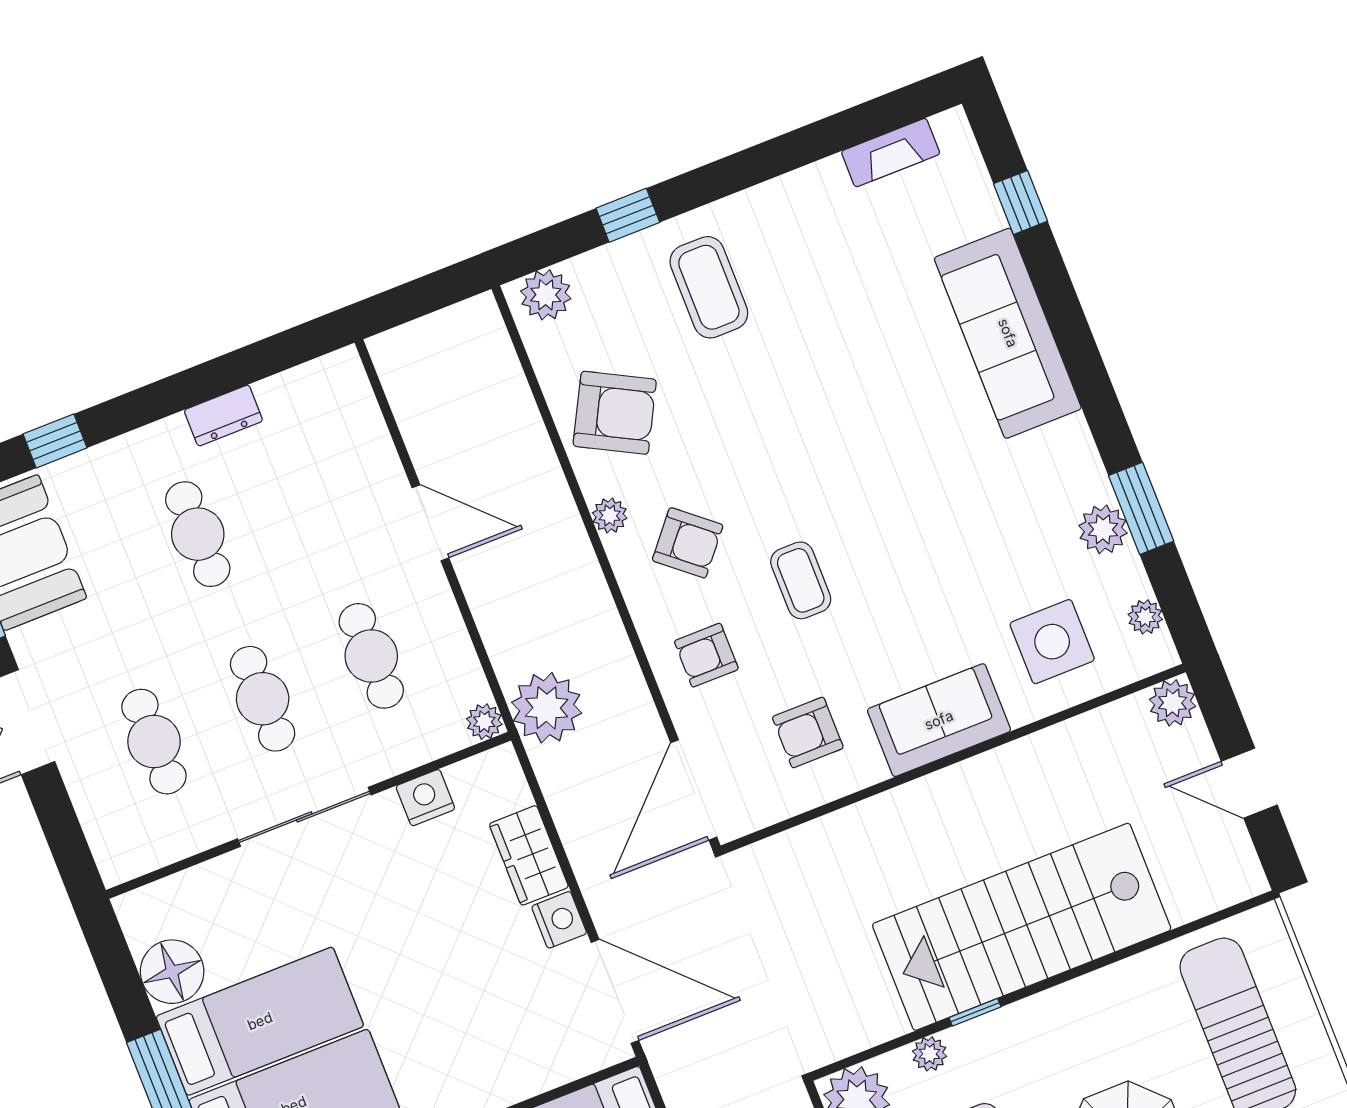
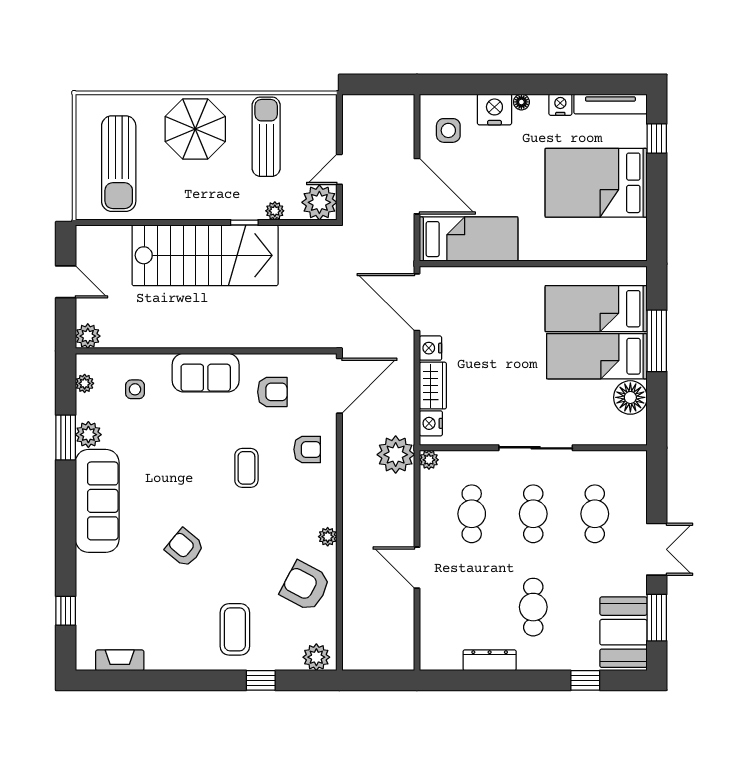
sofa: (1008, 333) -> (97, 501), moved
dresser: (223, 416) -> (490, 660), width x1.44
armchair: (688, 543) -> (185, 548), moved
side table: (1052, 642) -> (135, 389), width x0.54, depth x0.54
nightstand: (425, 798) -> (431, 423), moved, turned 90

